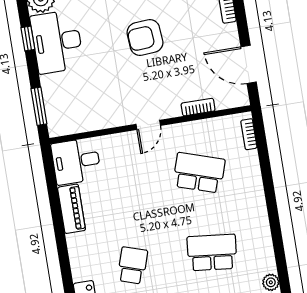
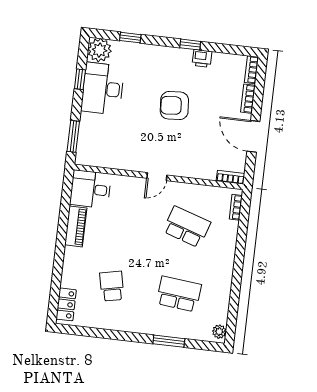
door: (249, 64) -> (253, 136), moved
bookcase: (198, 107) -> (231, 177), moved
school desk: (132, 265) -> (112, 286), turned -30

